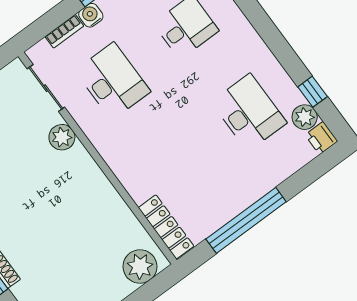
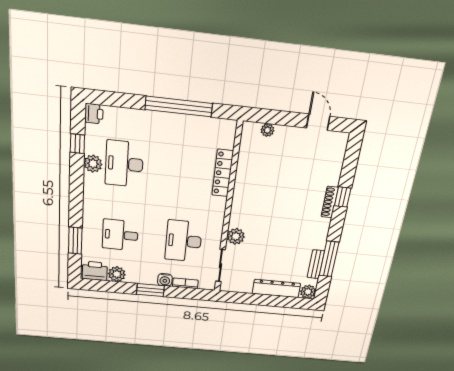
plant: (305, 117) -> (93, 164), moved
locker: (166, 227) -> (223, 173), moved
plant: (140, 267) -> (267, 130), width x0.53, depth x0.53

